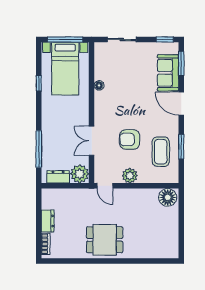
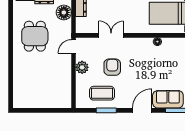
plant: (80, 174) -> (83, 25), removed
floor lamp: (168, 197) -> (64, 12), moved
dining table: (105, 240) -> (35, 36), moved

